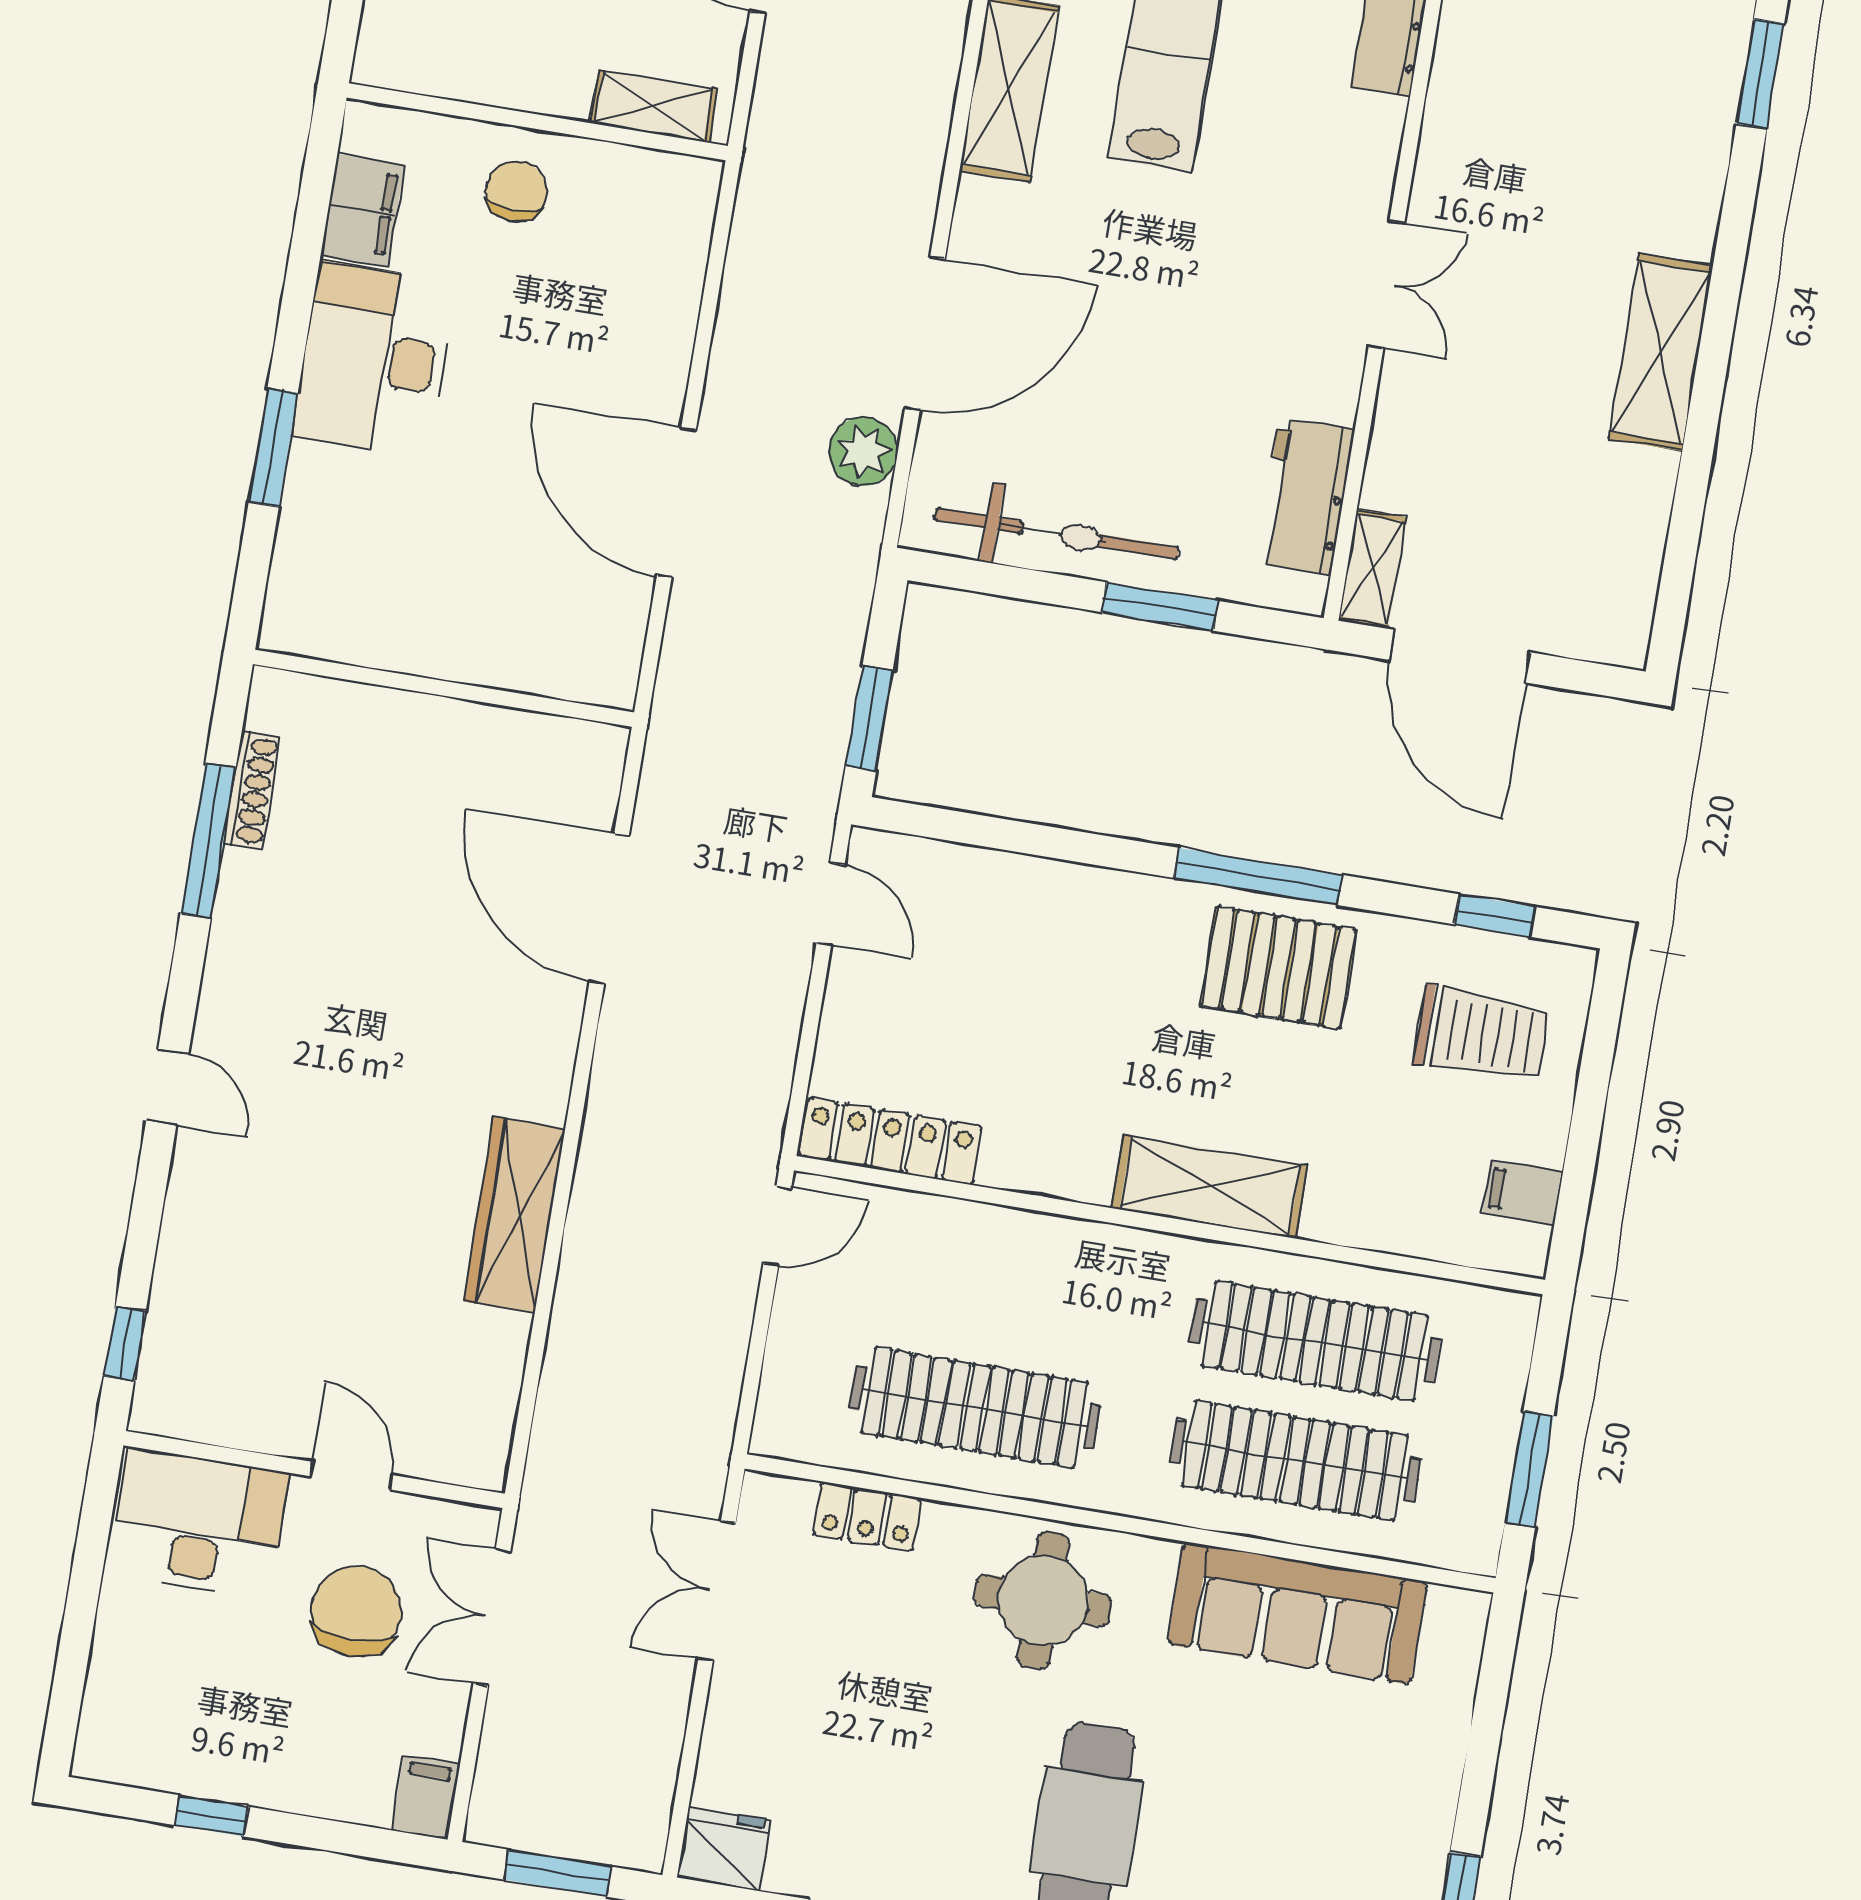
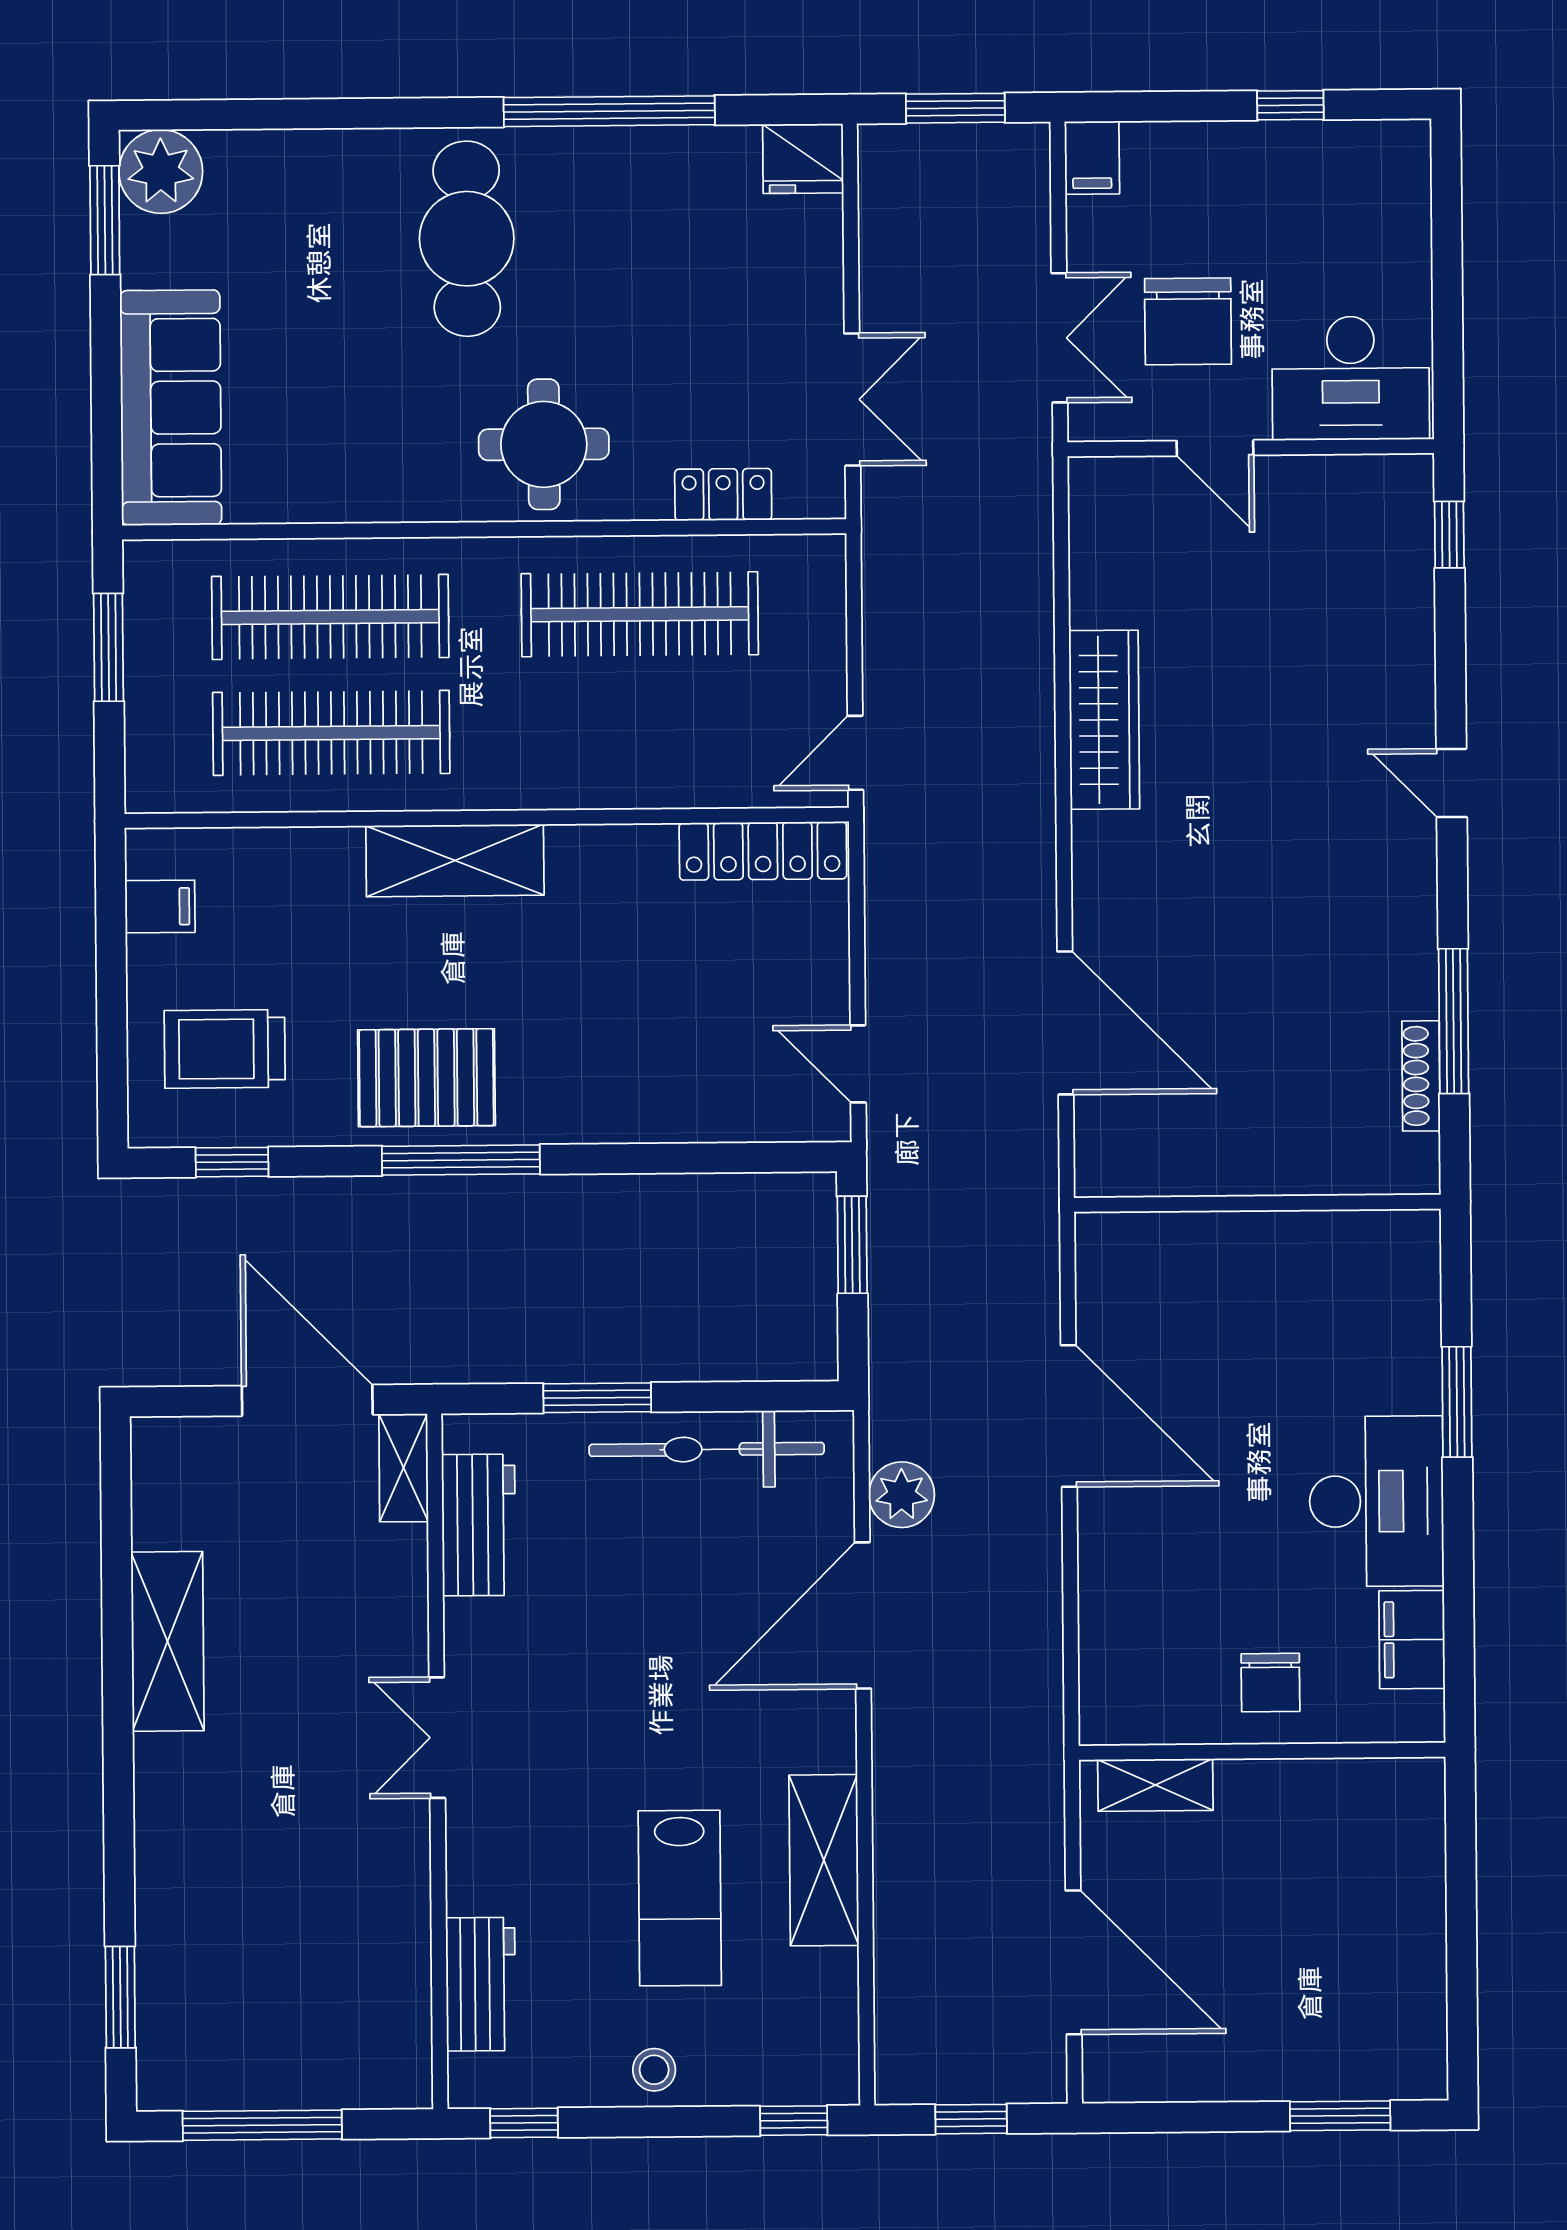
shelving: (1661, 352) -> (167, 1641), moved
sofa: (1297, 1613) -> (171, 408), moved, turned 90

